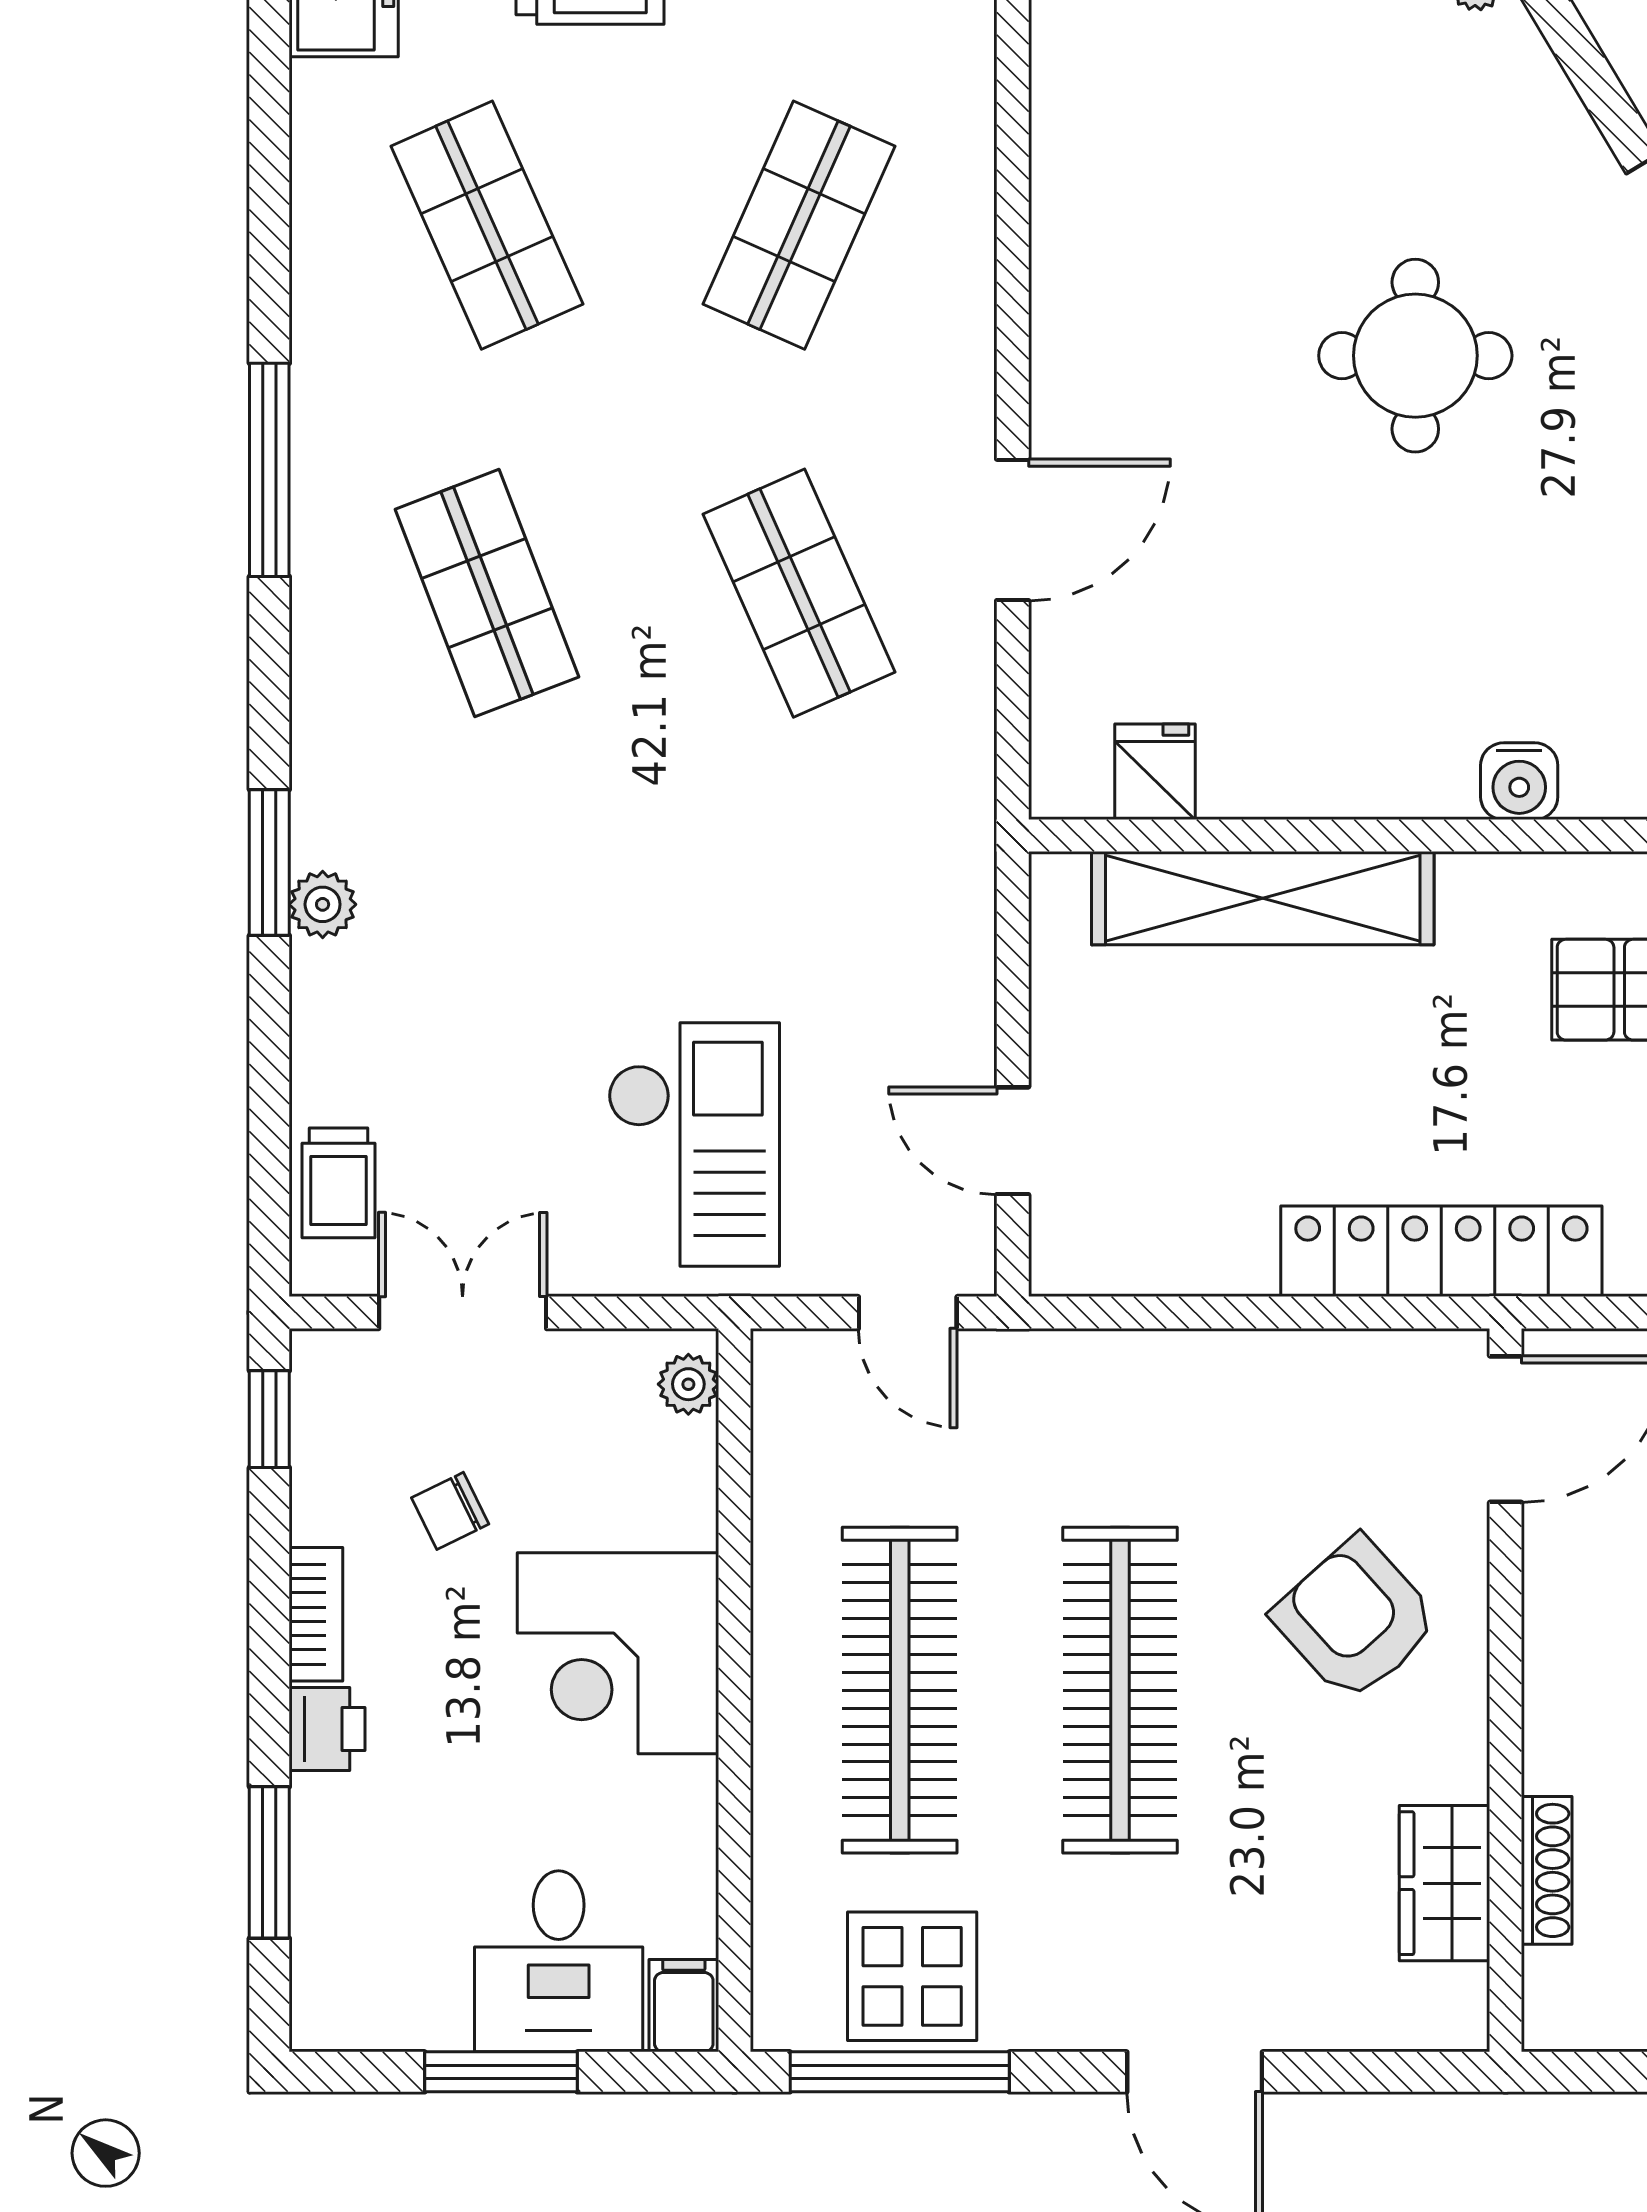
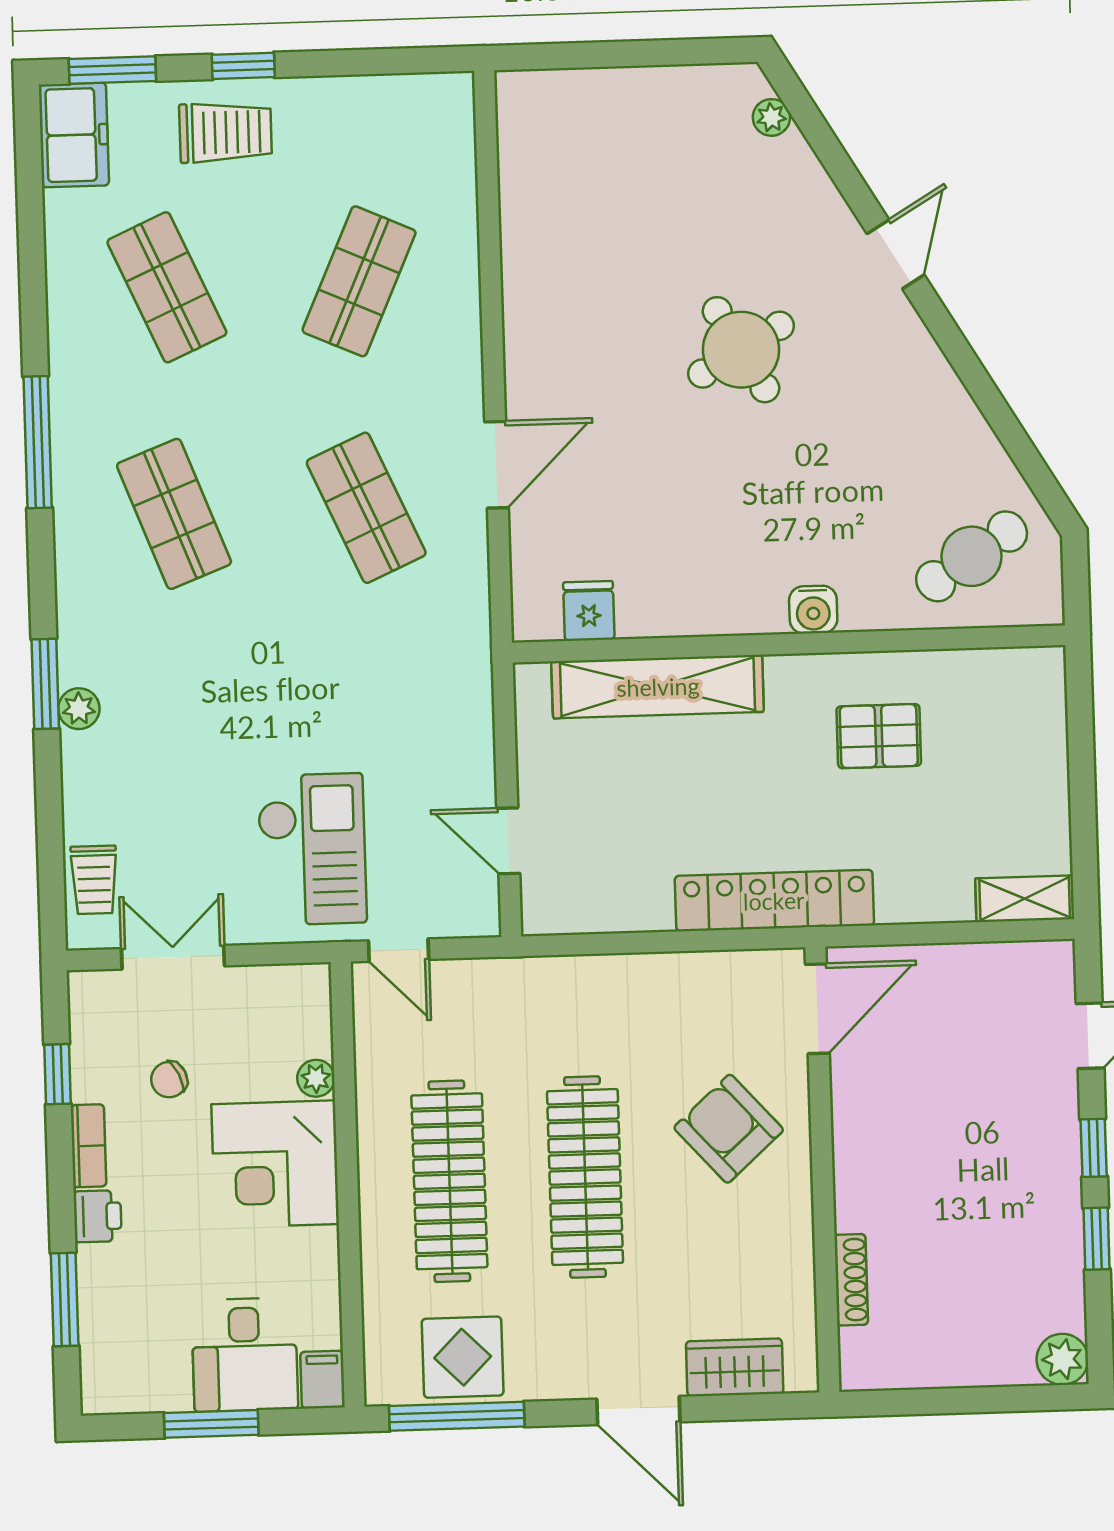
round table: (1415, 356) -> (741, 350), turned -30
door: (908, 1313) -> (399, 950), moved
plant: (688, 1384) -> (316, 1078), moved
window: (269, 1419) -> (58, 1074), moved
wardrobe: (1445, 1883) -> (735, 1367), moved, turned 90

